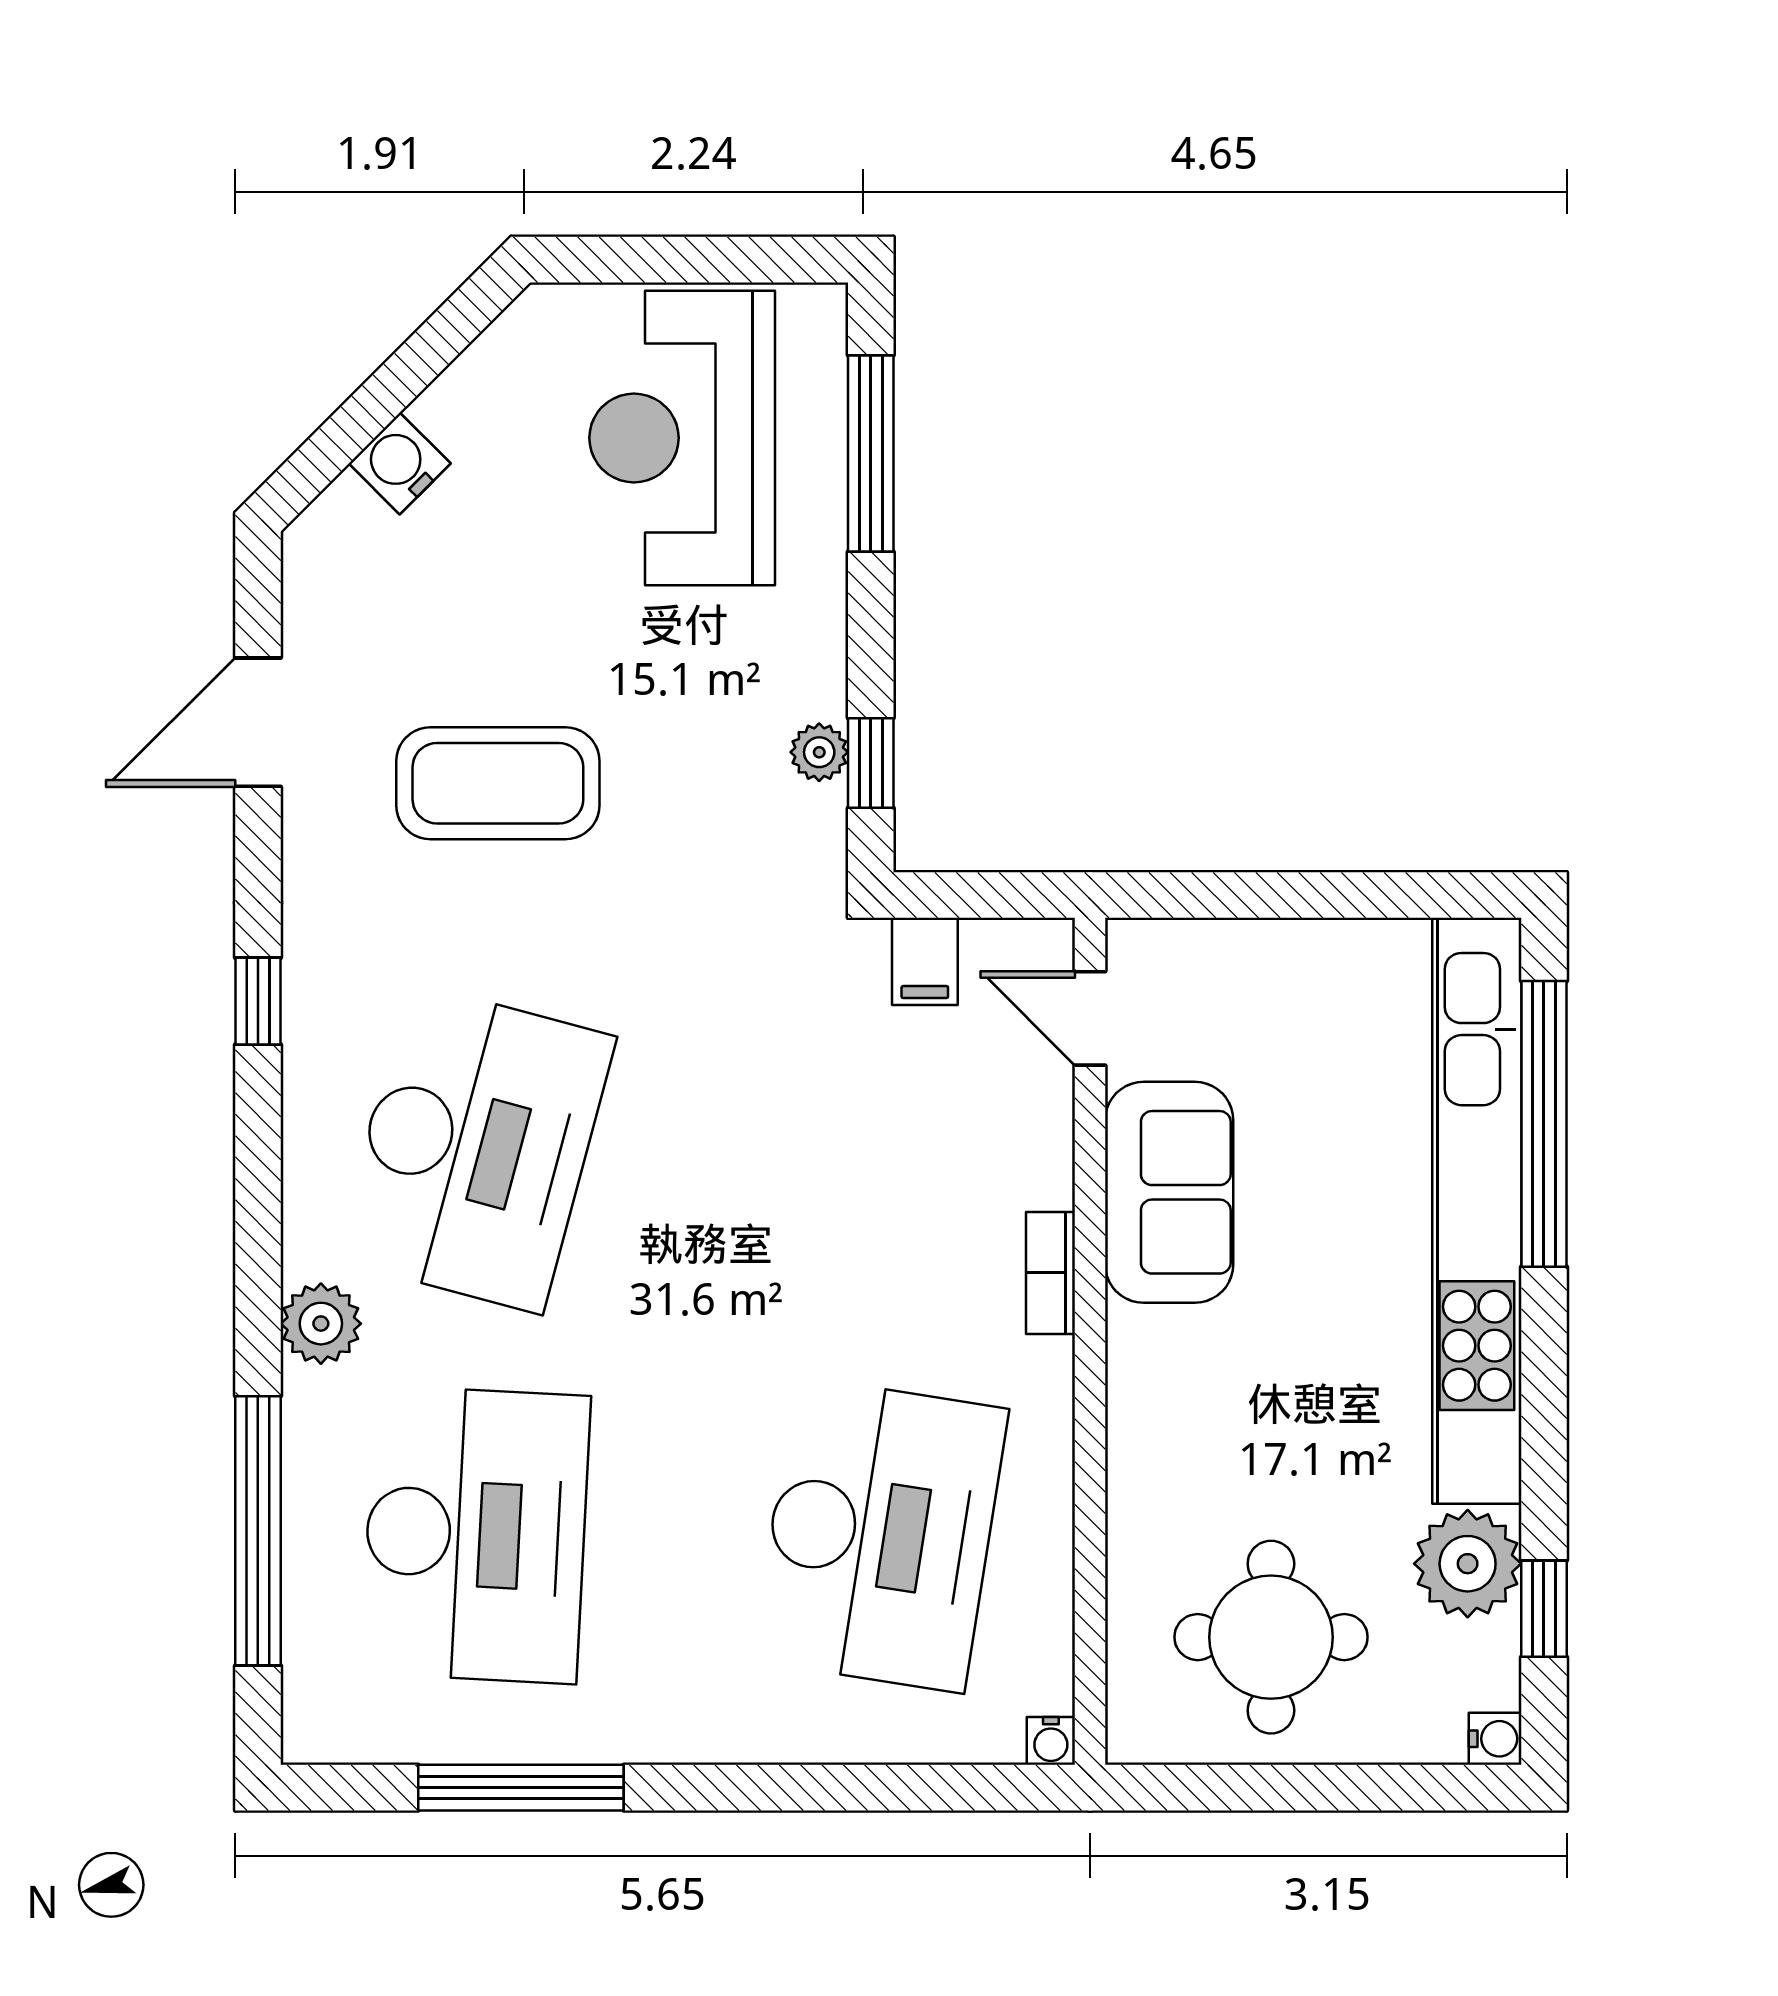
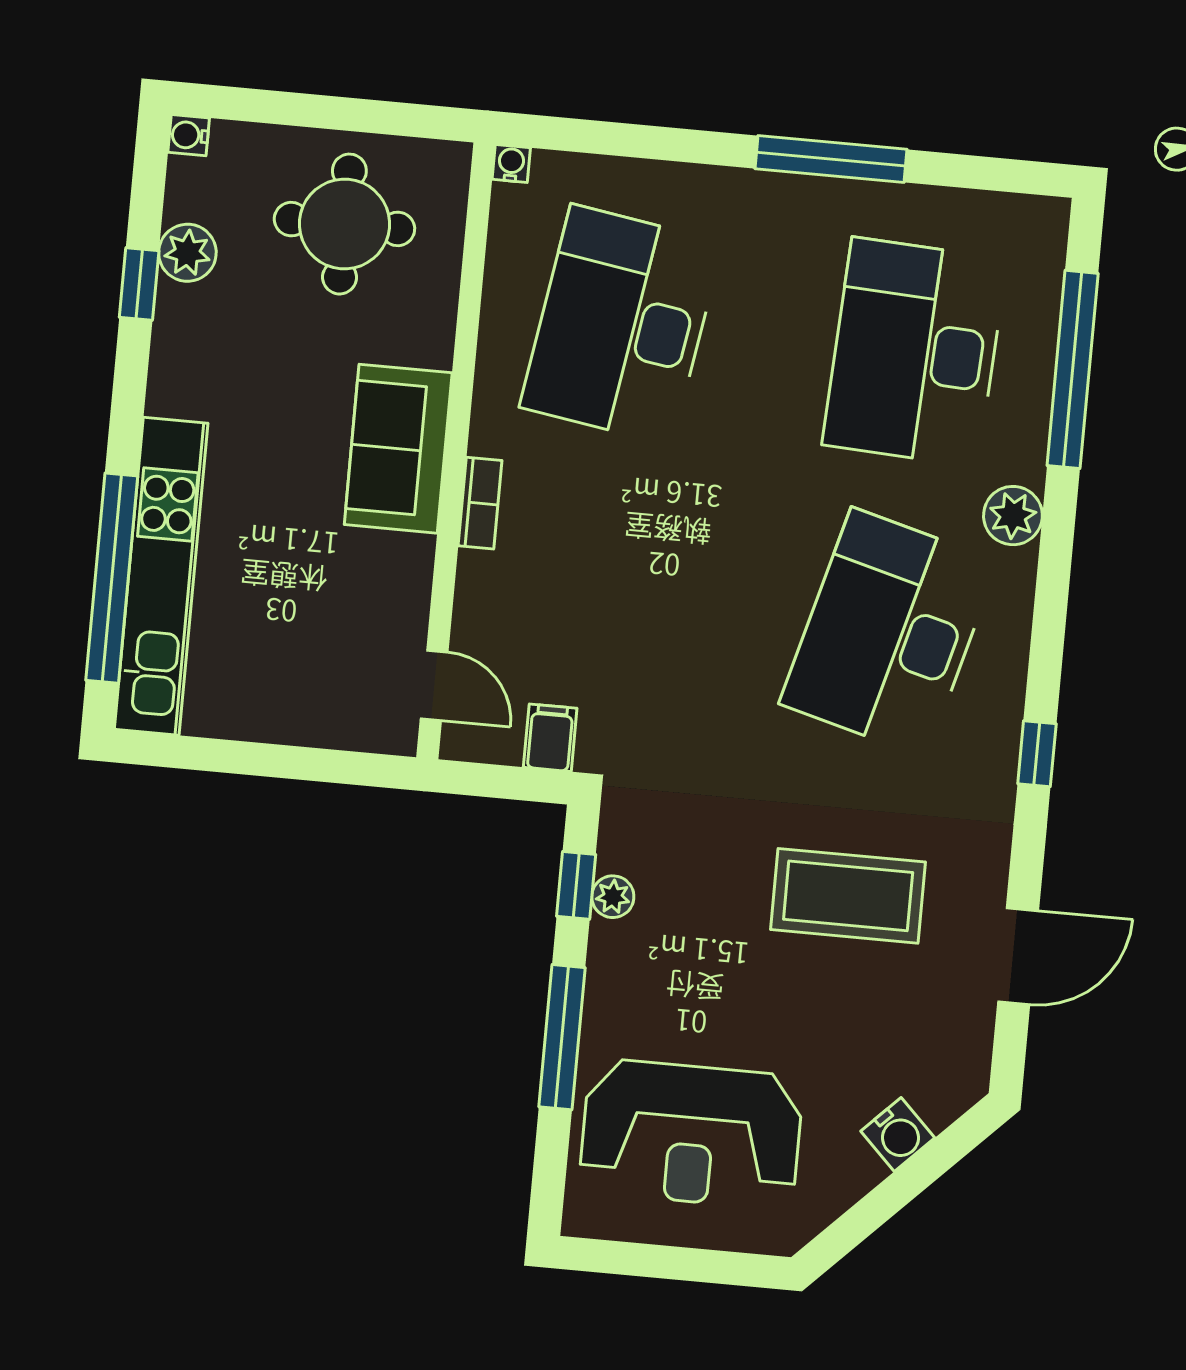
reception desk: (682, 438) -> (691, 1134), turned 90
window: (871, 454) -> (562, 1037), moved
sofa: (1169, 1192) -> (398, 449), moved
kitchen unit: (1477, 1211) -> (161, 576), width x0.73
plant: (1468, 1564) -> (187, 253), width x0.73, depth x0.73
window: (1544, 1609) -> (139, 284), moved
window: (521, 1788) -> (831, 159), moved

